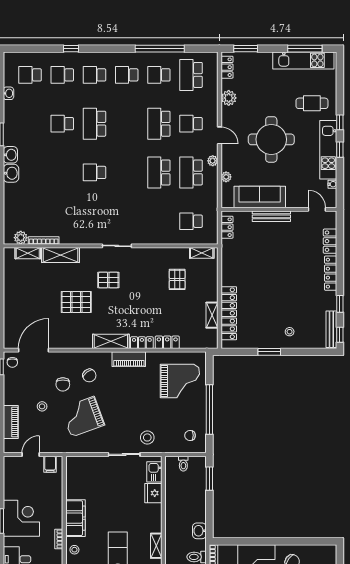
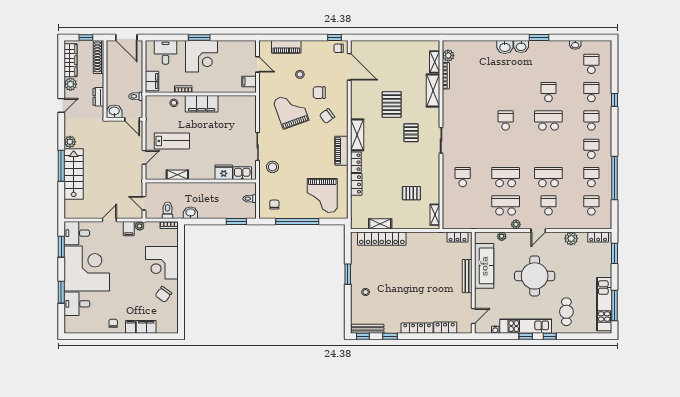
school desk: (191, 75) -> (591, 205), width x0.54
school desk: (191, 221) -> (463, 177), moved

